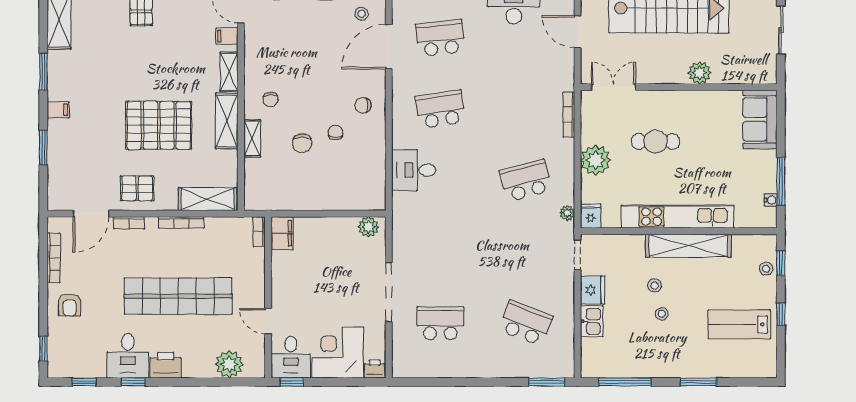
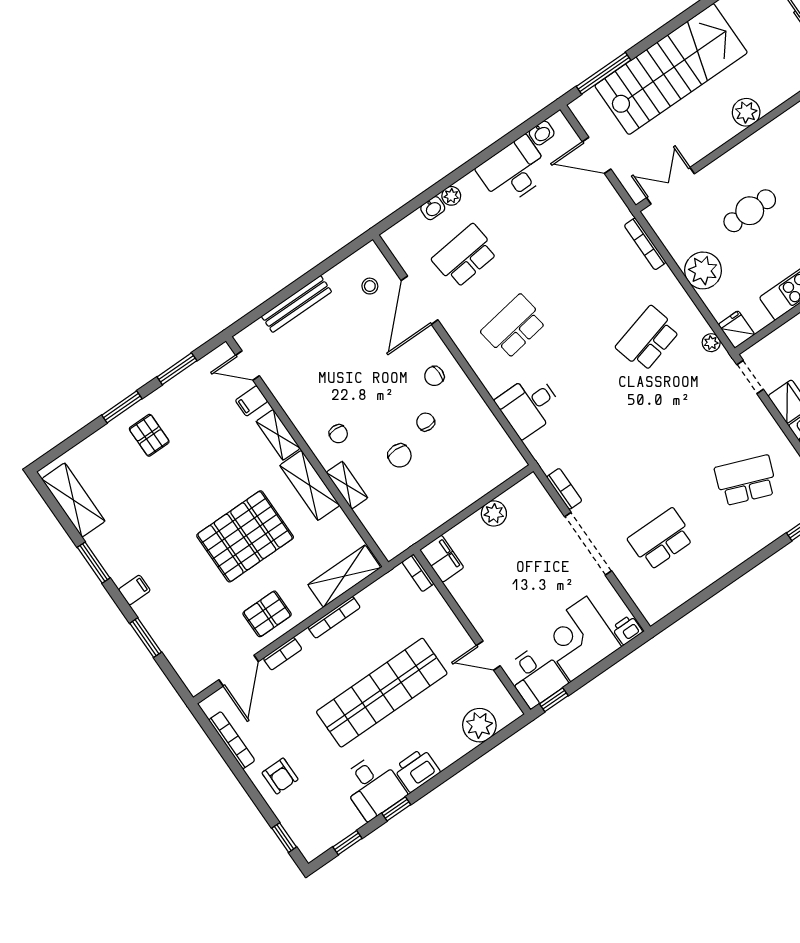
plant: (368, 227) -> (494, 513), moved
bookcase: (398, 243) -> (564, 489), added

